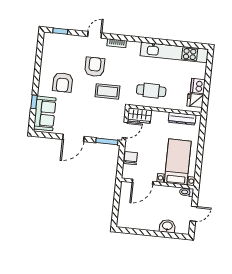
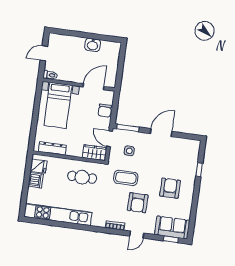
sofa: (45, 113) -> (172, 227), moved, turned 90
side table: (105, 119) -> (129, 151), added
door: (125, 130) -> (110, 139), hinge flipped
washbasin: (167, 226) -> (93, 45), moved

